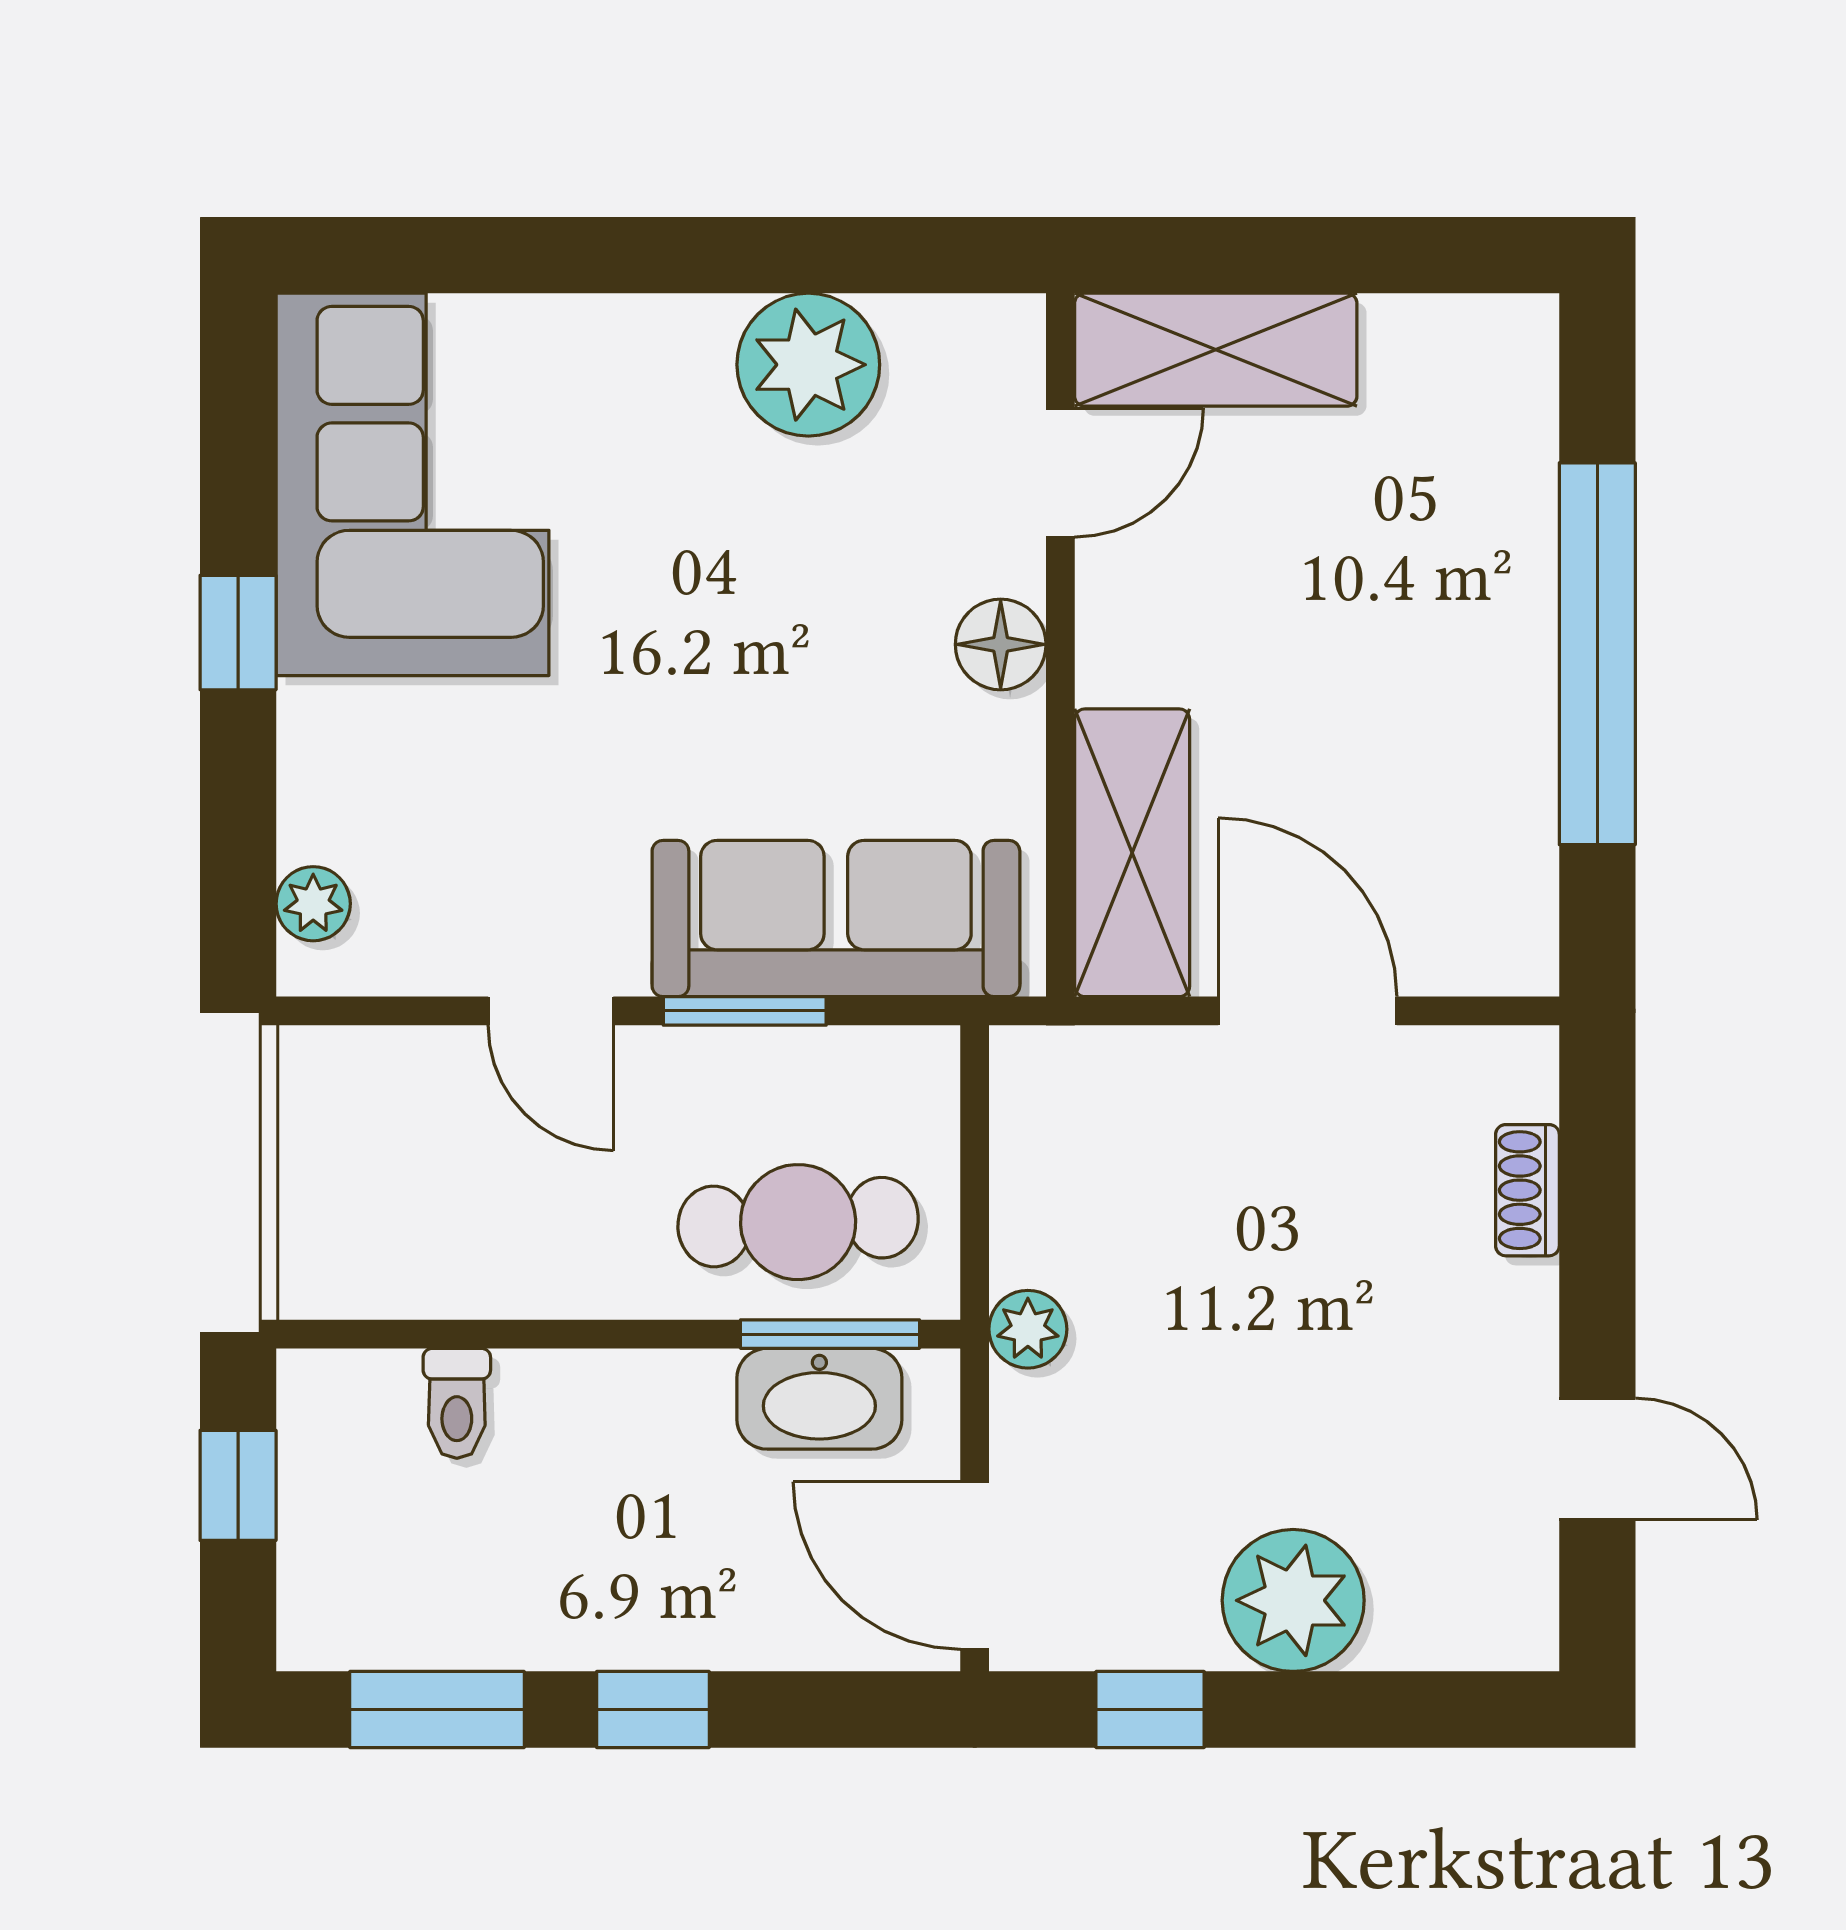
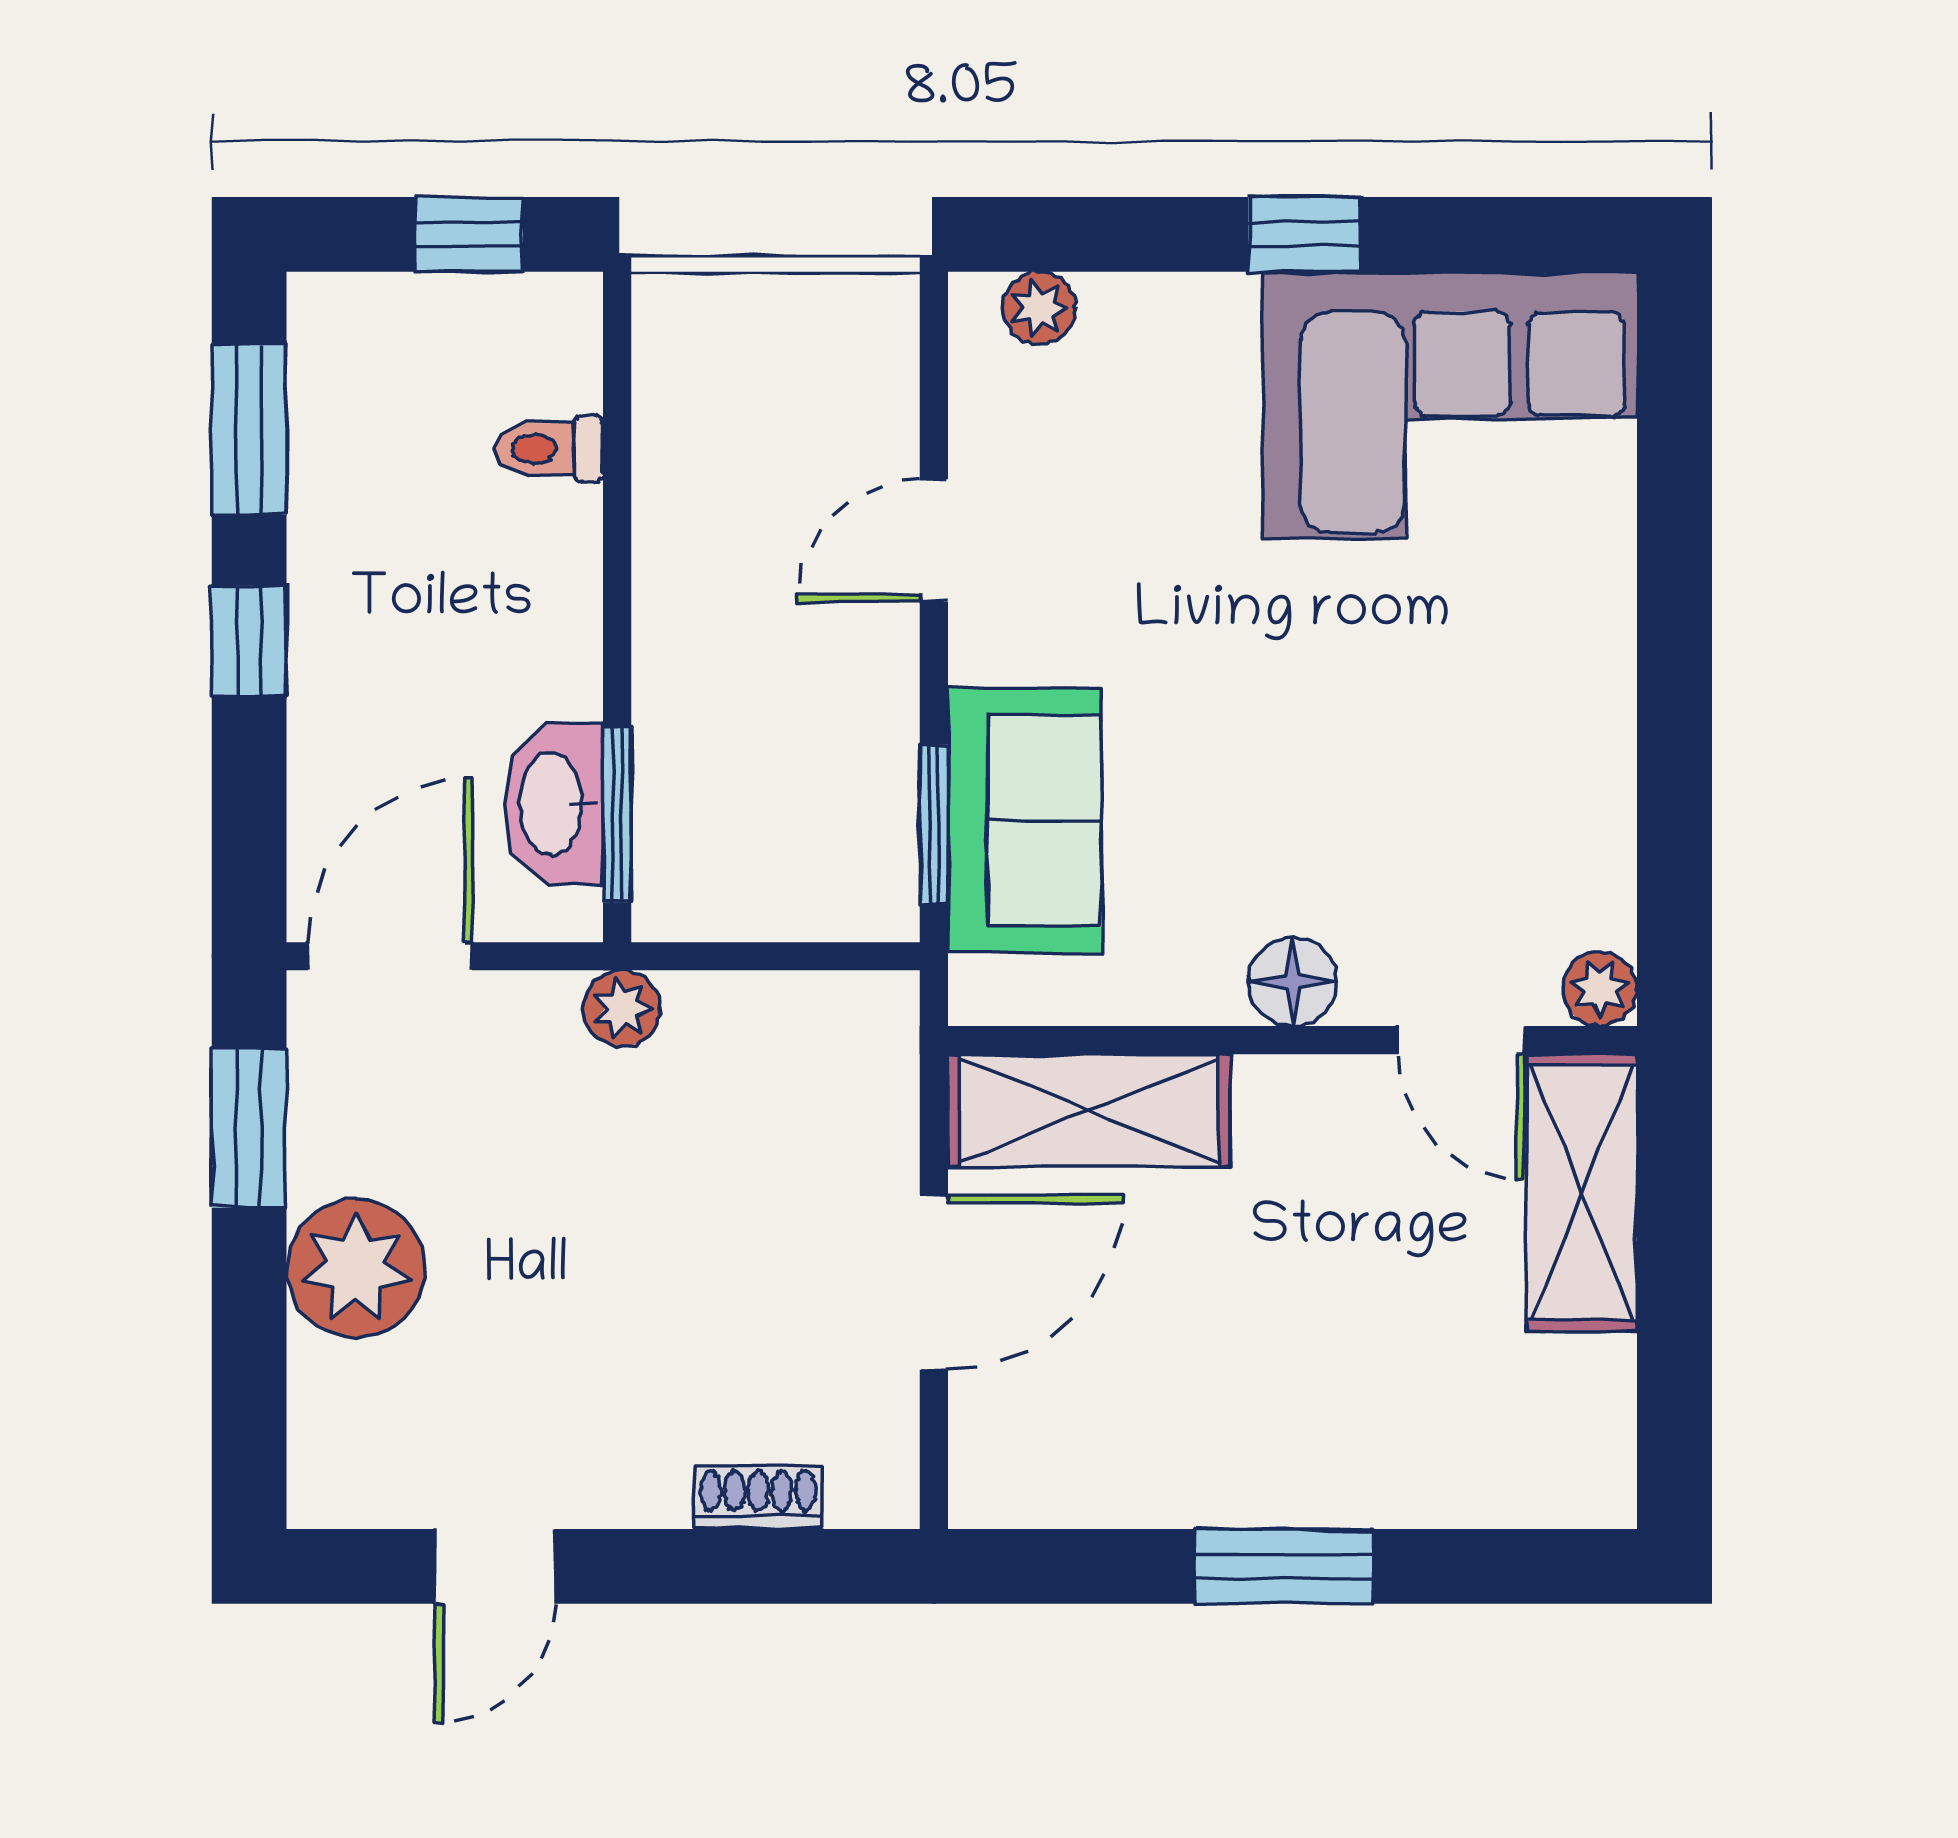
plant: (808, 365) -> (1600, 989), moved, width x0.53, depth x0.53
window: (1597, 654) -> (1284, 1566), width x0.47
sofa: (836, 918) -> (1024, 820), width x0.73
window: (745, 1011) -> (934, 825), moved
cafe table: (798, 1222) -> (727, 783), removed
window: (1150, 1710) -> (249, 1128), width x1.50

